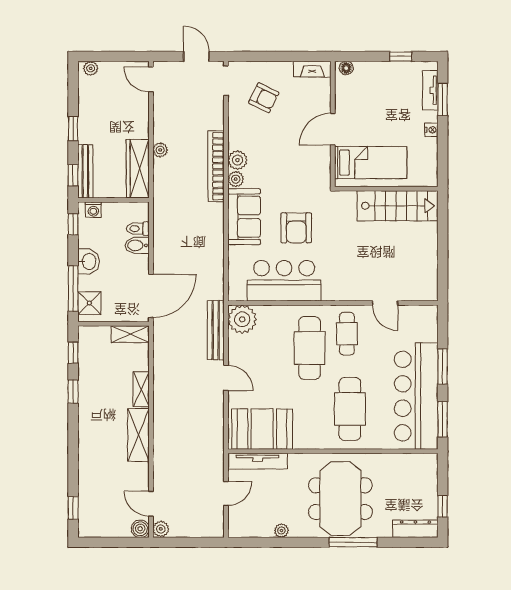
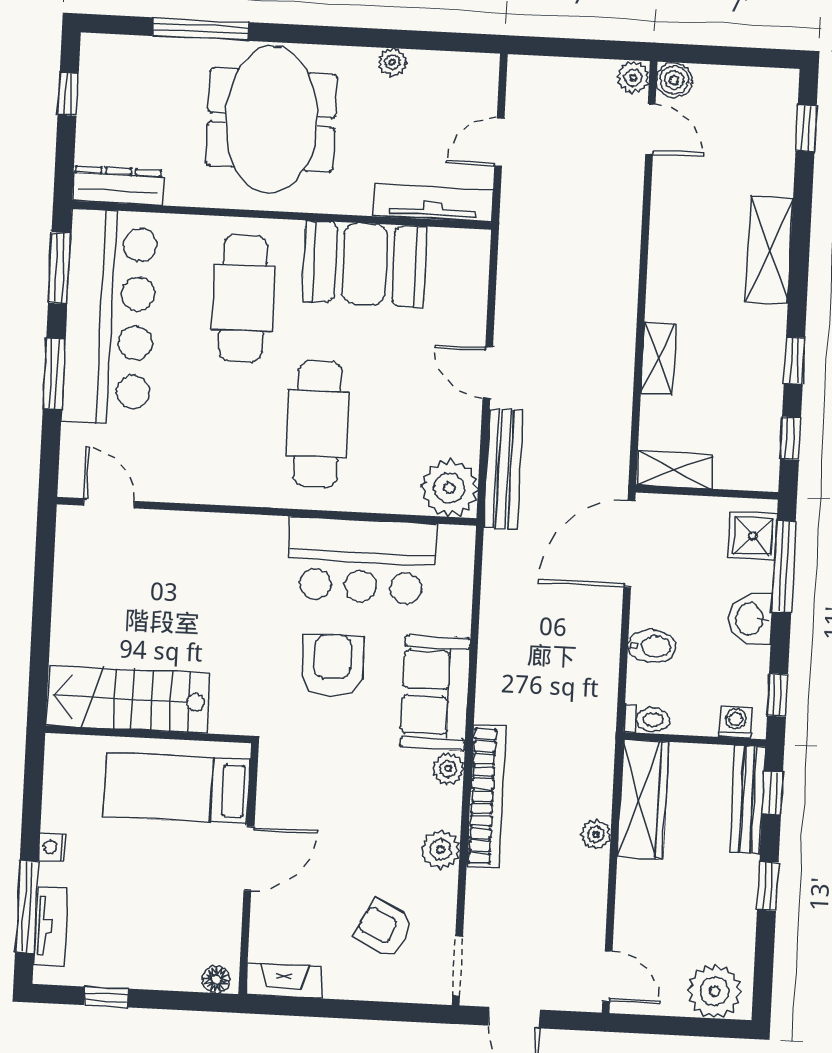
plant: (91, 68) -> (714, 991), width x1.88, depth x1.88
window: (443, 99) -> (27, 907), width x1.44
plant: (237, 160) -> (440, 850), moved
toilet: (138, 229) -> (647, 719), moved
door: (385, 303) -> (109, 503), moved
cafe table: (347, 334) -> (242, 449), removed
booth: (262, 429) -> (365, 264), moved
shelving: (138, 435) -> (769, 250), moved
dresser: (415, 529) -> (118, 186), moved, turned 180
window: (353, 542) -> (201, 29), moved

